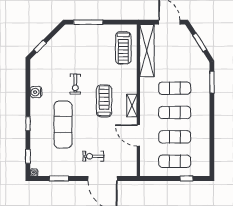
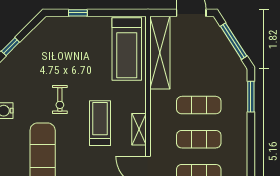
window: (88, 22) -> (78, 13), width x0.46
window: (200, 42) -> (234, 41), width x1.44
treadmill: (123, 48) -> (127, 49), width x1.37, depth x1.38

